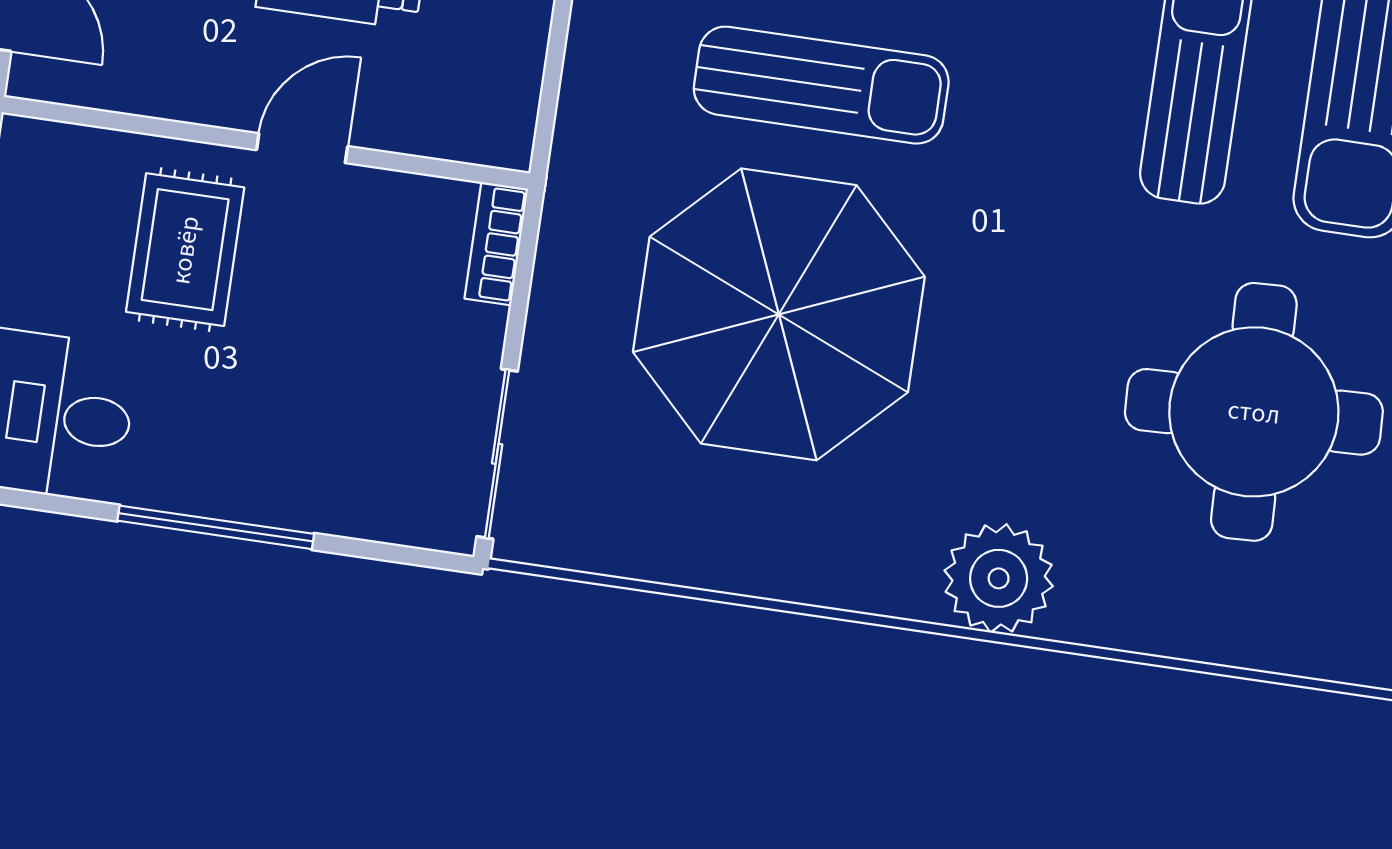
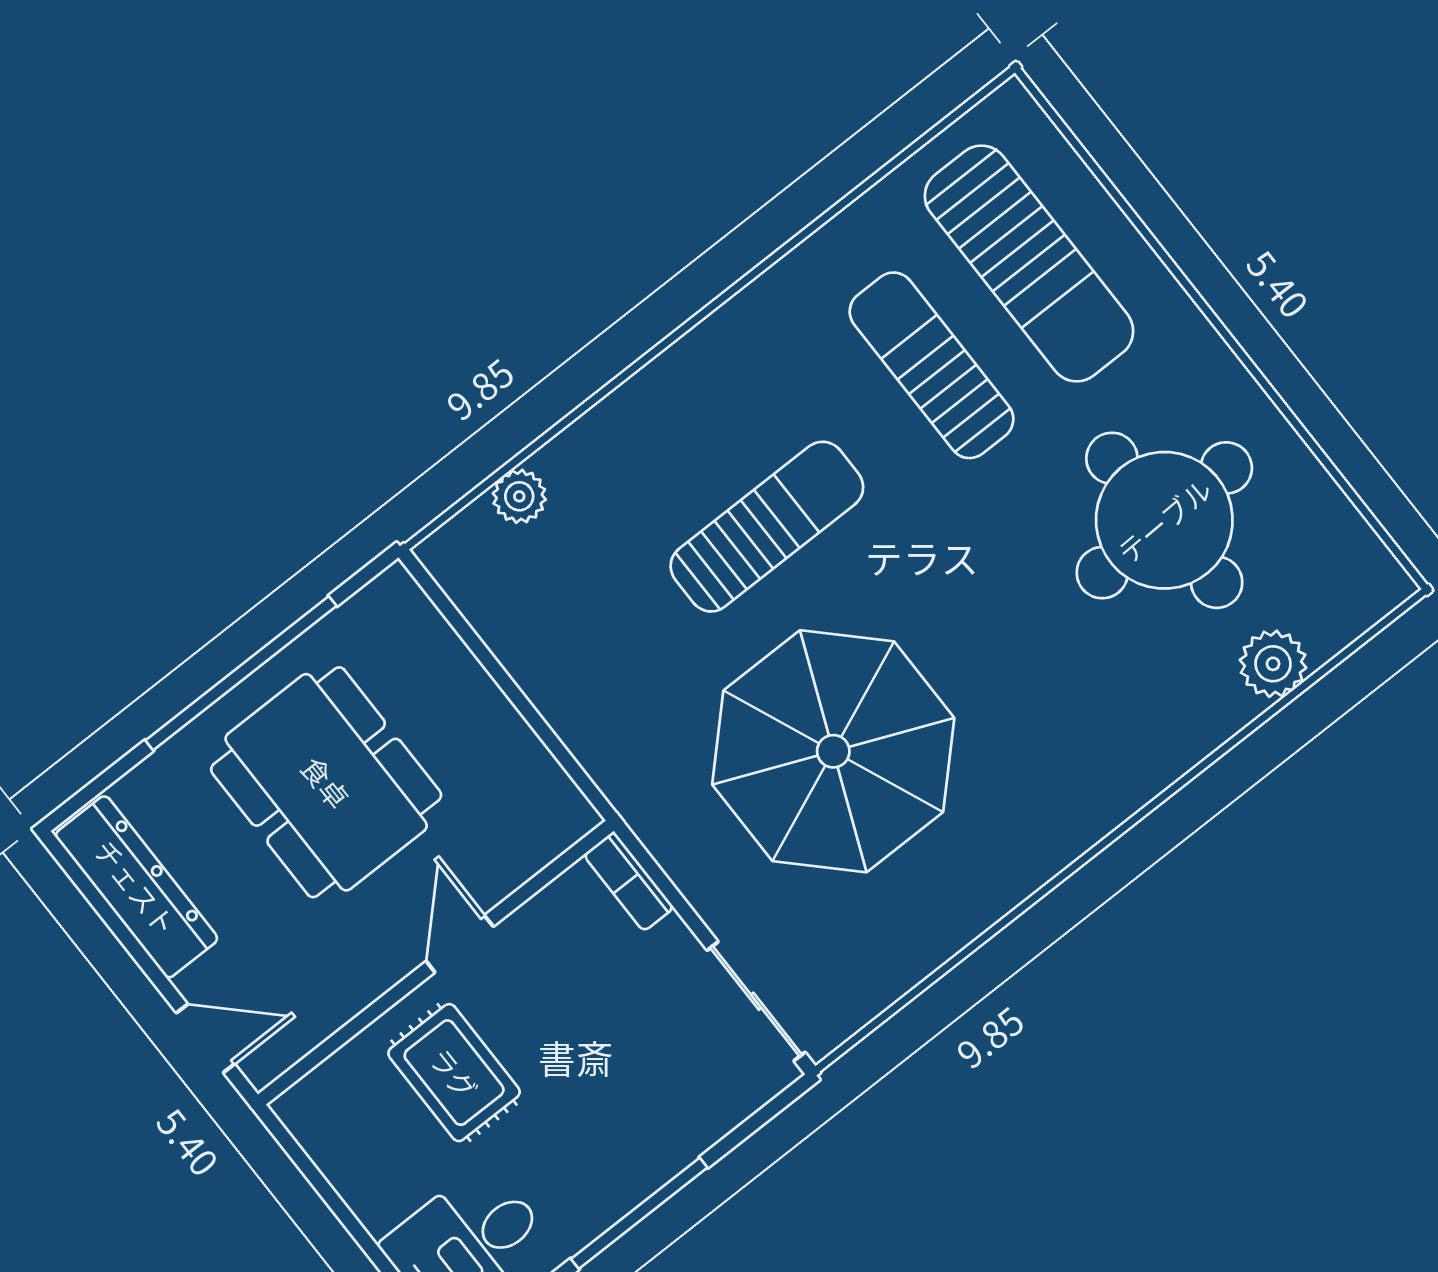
sun lounger: (821, 85) -> (767, 527), moved
plant: (999, 578) -> (1273, 664), moved, width x0.73, depth x0.73

